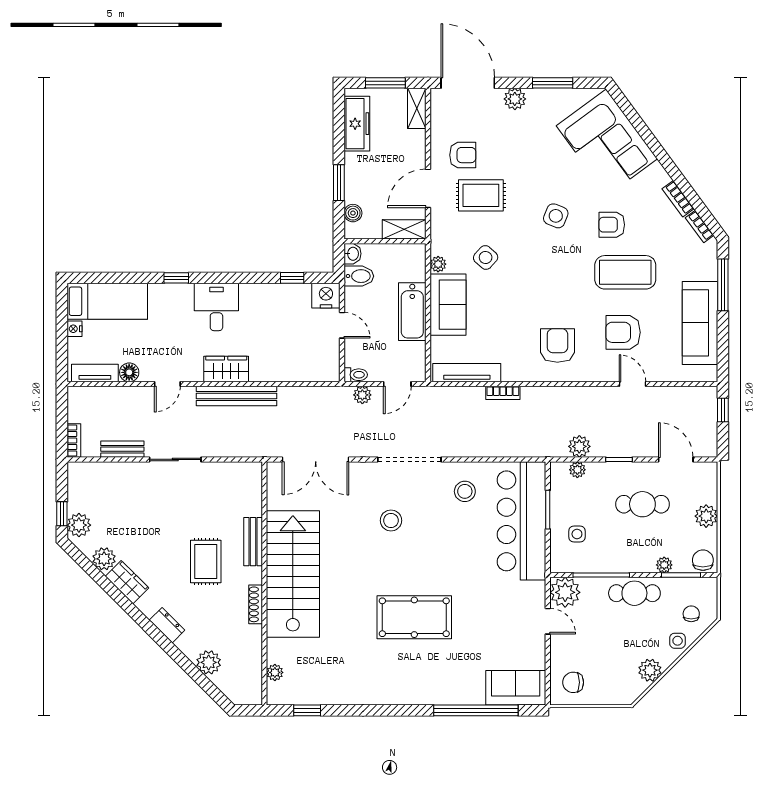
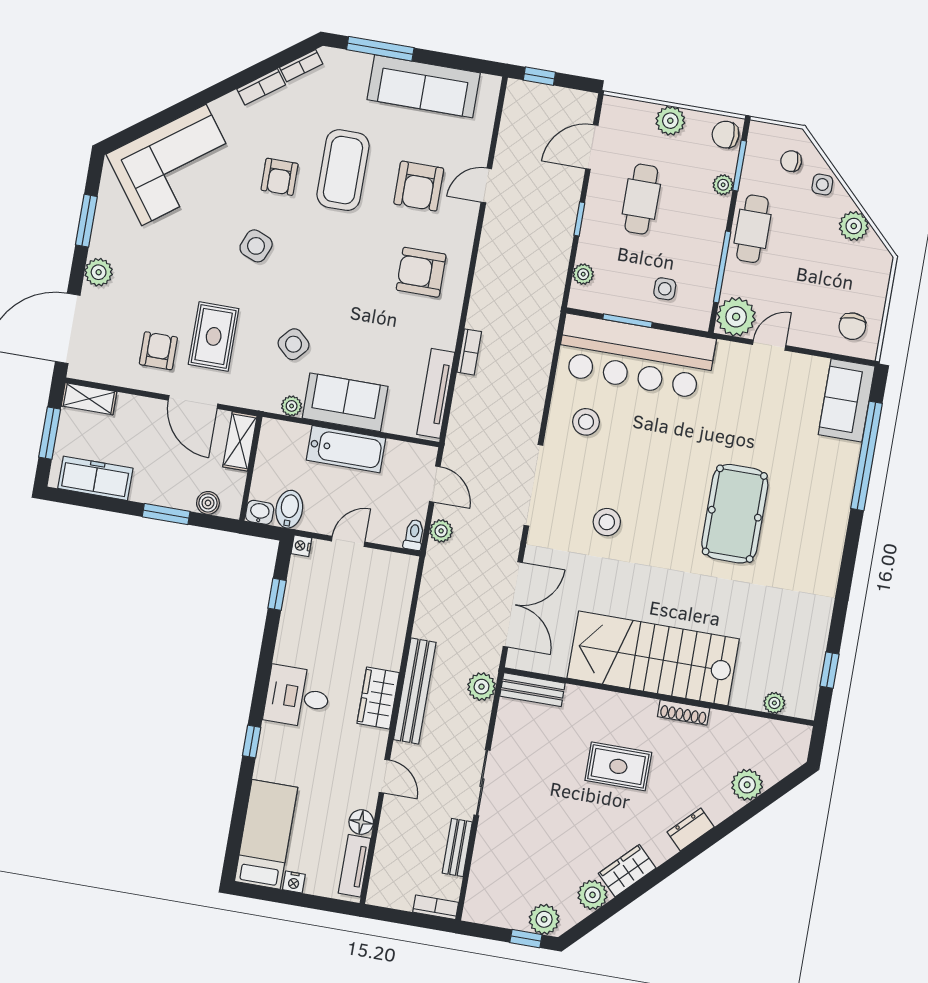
nightstand: (326, 296) -> (301, 546), width x0.53, depth x0.56
plant: (579, 446) -> (482, 687), moved
bench: (253, 542) -> (532, 690), moved

